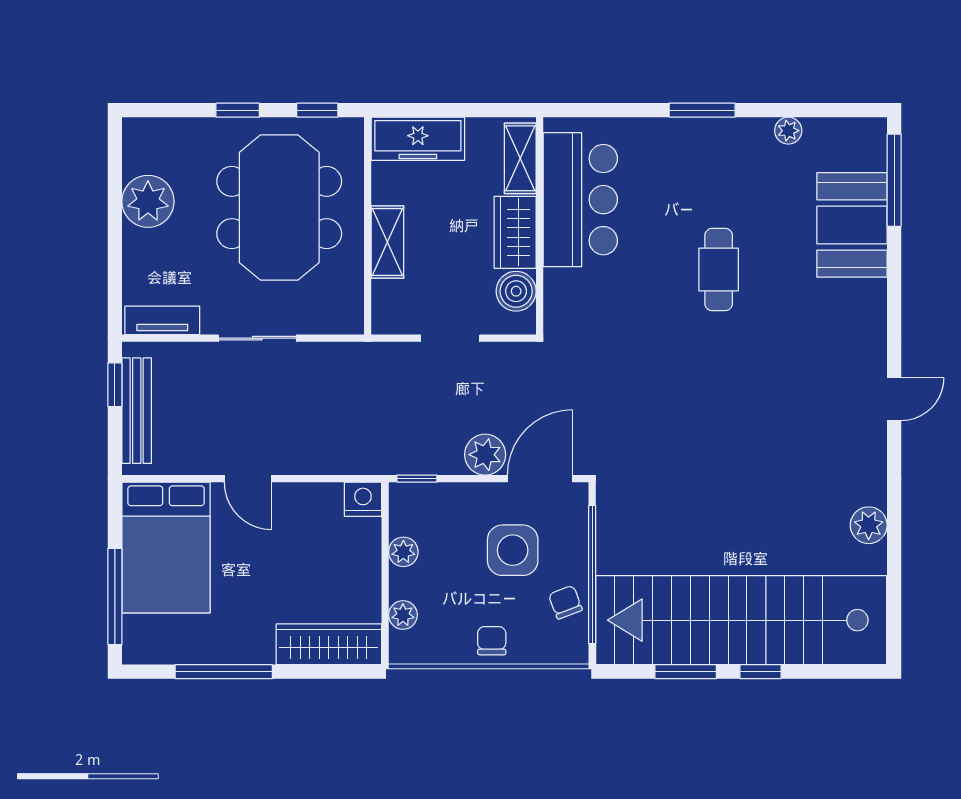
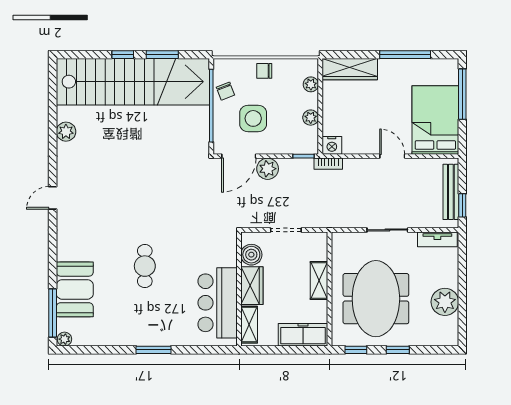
plant: (788, 131) -> (64, 339), moved
bookcase: (370, 464) -> (328, 164), added
chair: (492, 641) -> (264, 71), turned 90

